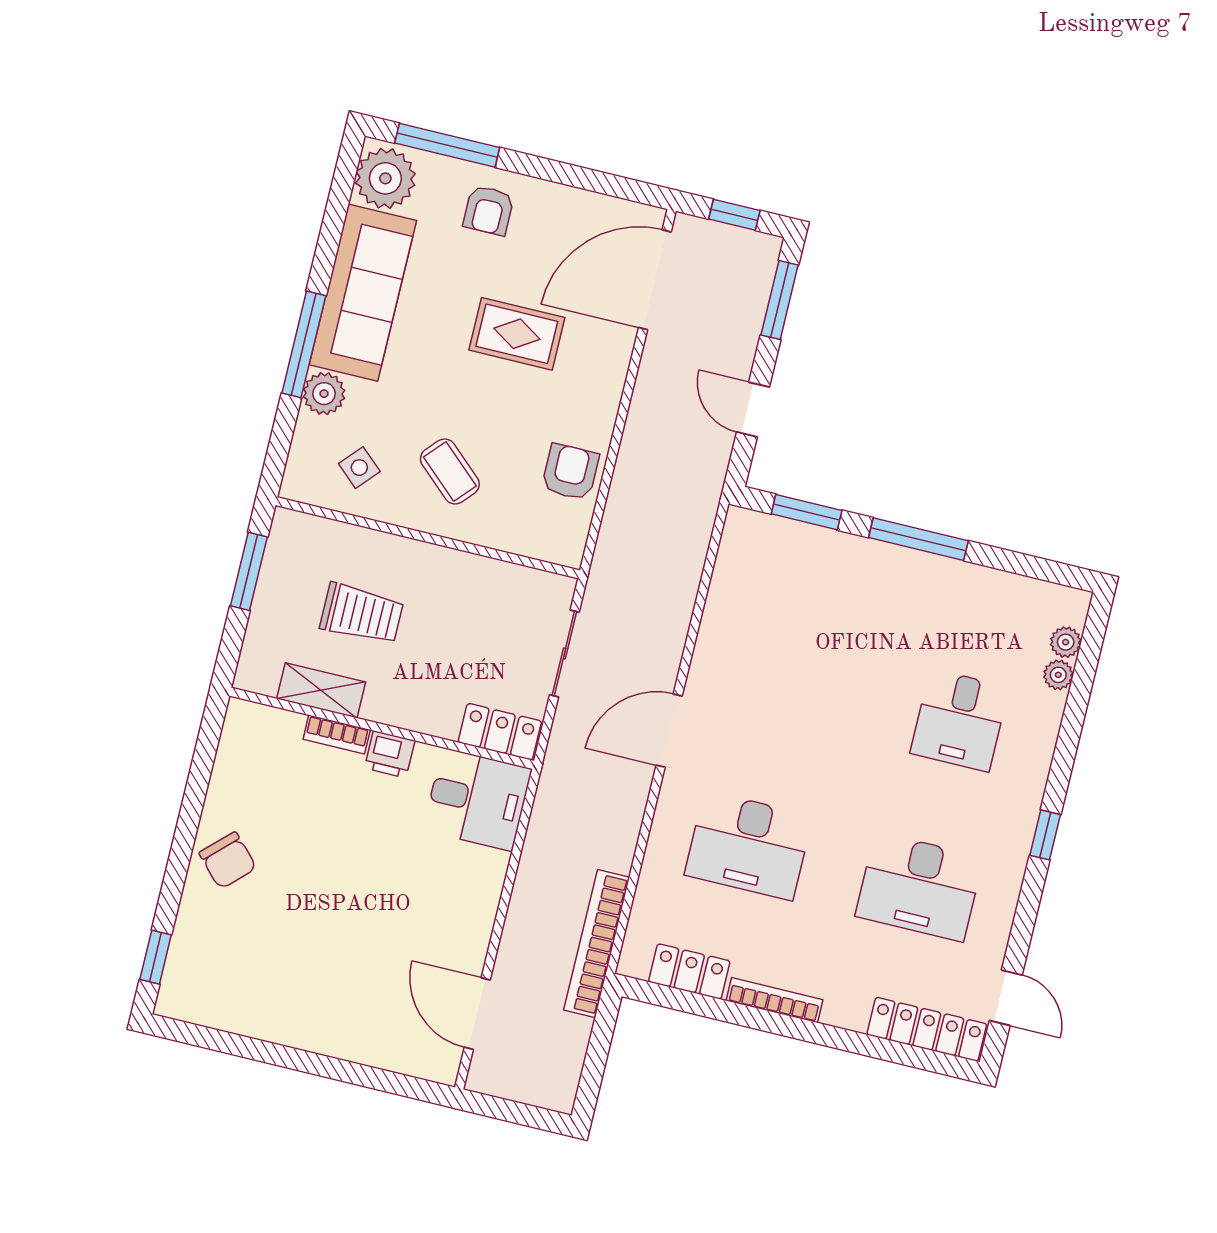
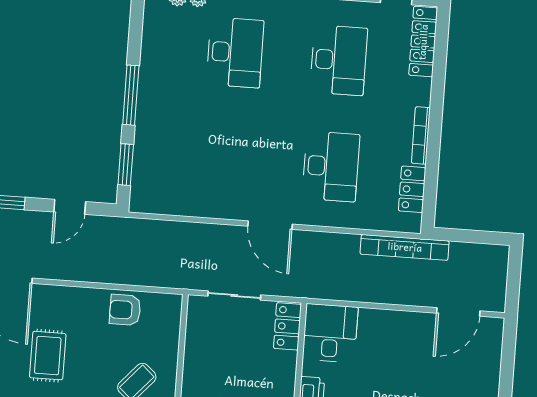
desk: (960, 720) -> (235, 53), width x1.37

